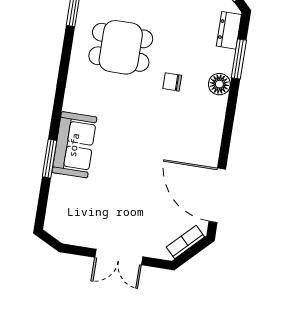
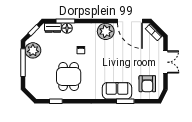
floor lamp: (219, 84) -> (67, 28), moved
plant: (204, 141) -> (106, 31), added
door: (217, 195) -> (130, 21), hinge flipped
armchair: (79, 211) -> (147, 84), added

